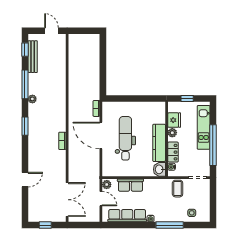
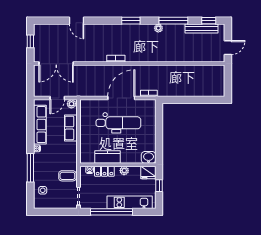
fridge: (174, 120) -> (148, 172), moved
kitchen counter: (159, 143) -> (107, 157), width x0.67
washbasin: (159, 169) -> (149, 157), moved

